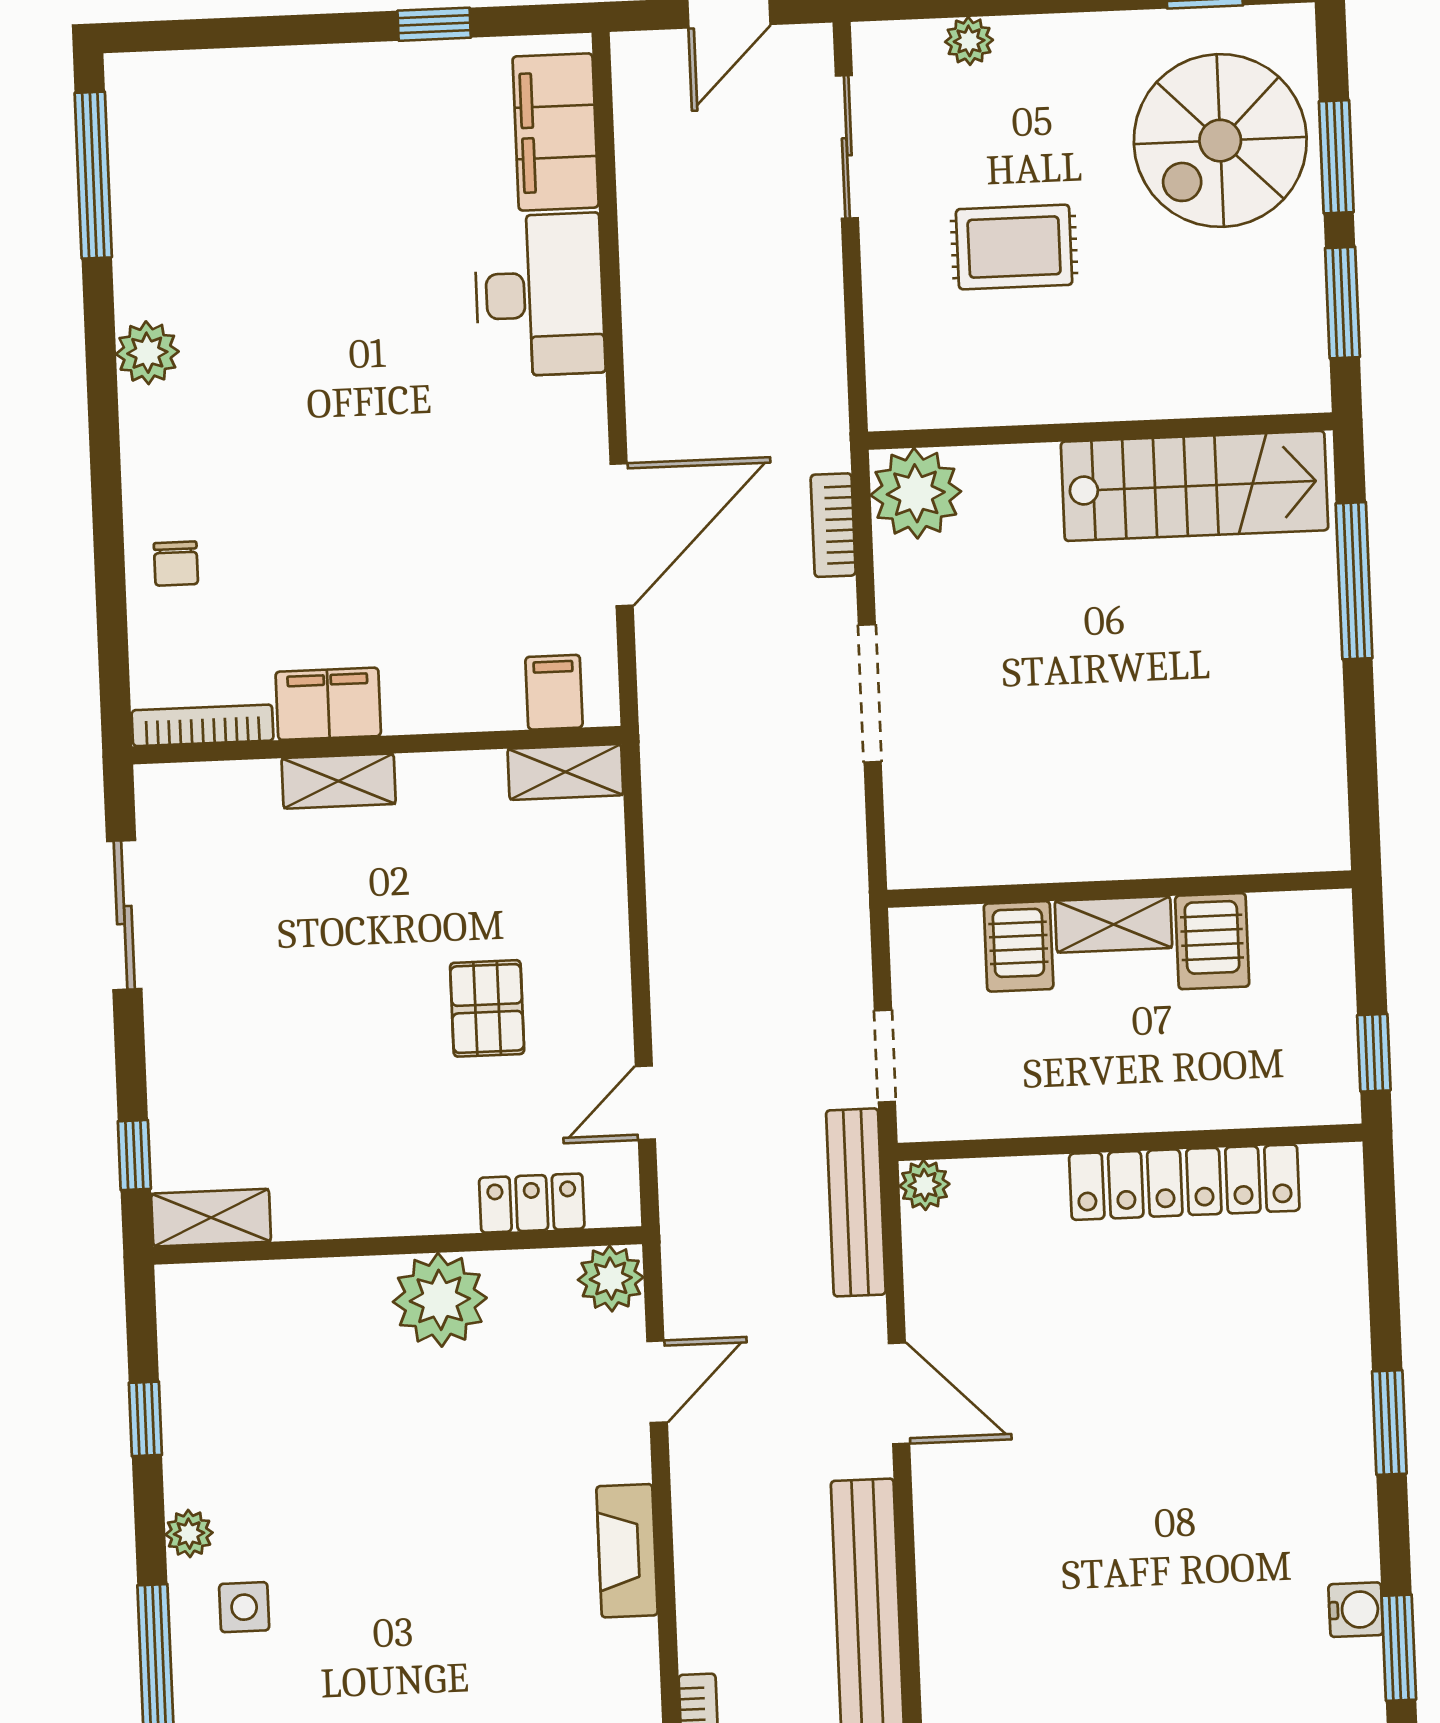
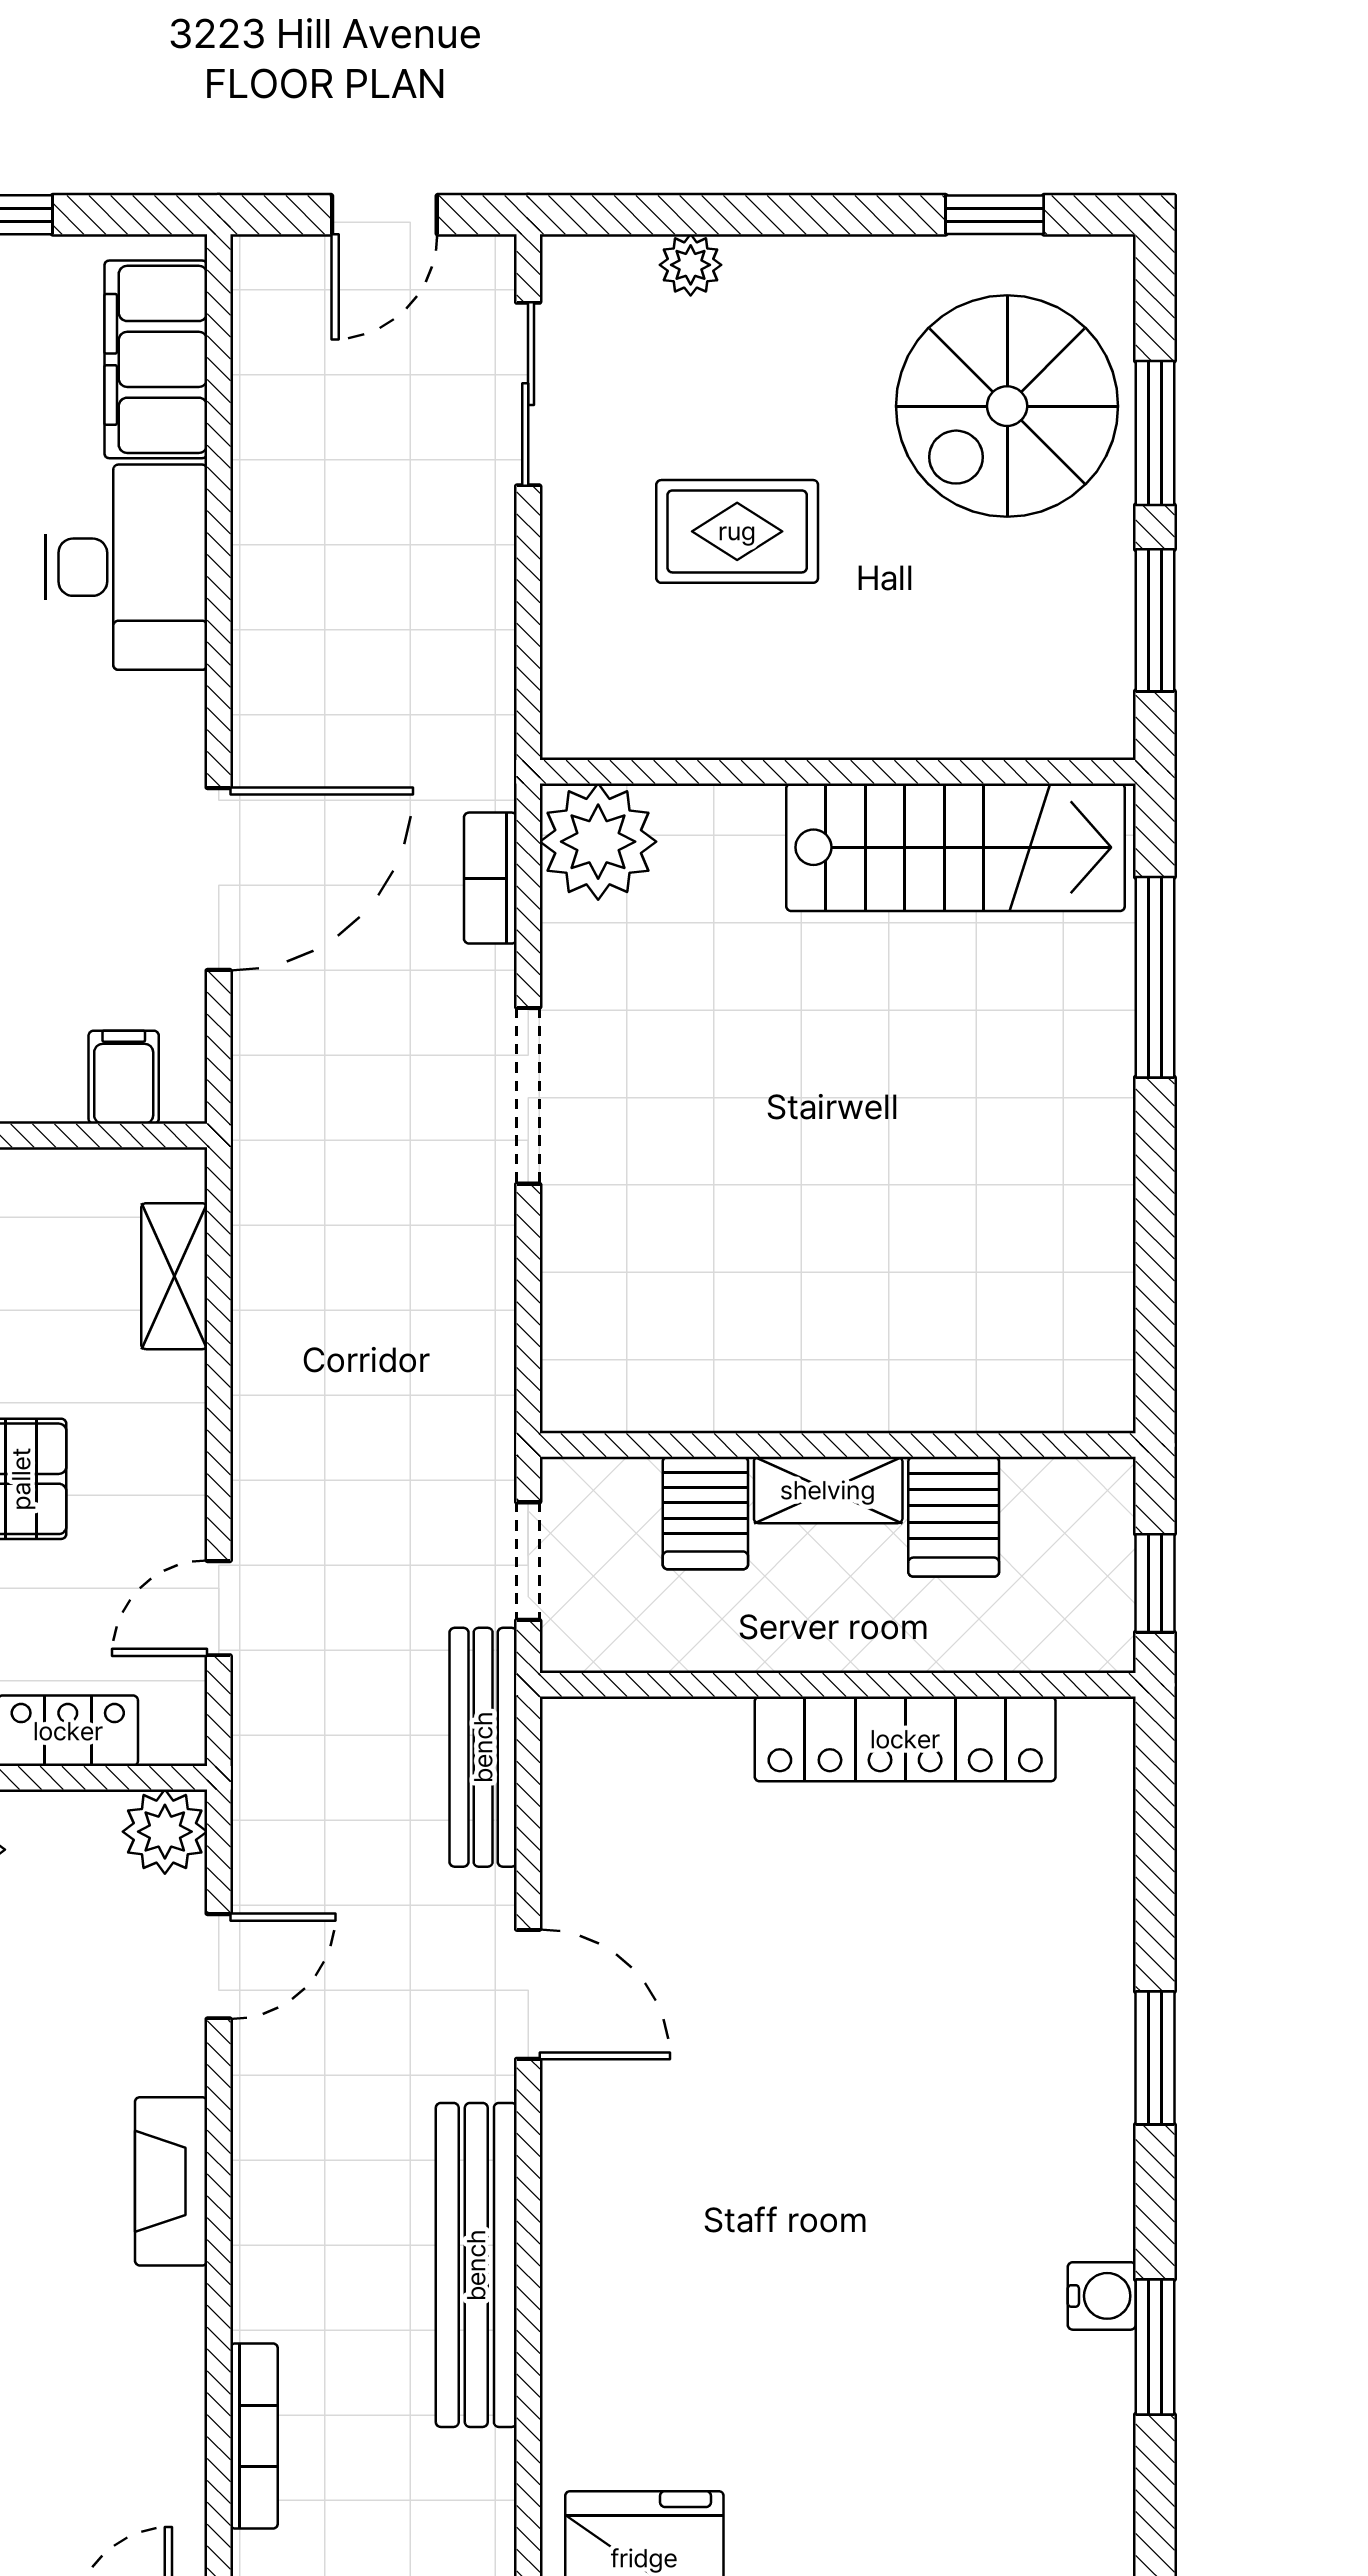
shelving: (565, 772) -> (174, 1276), moved, turned 90
wall: (1119, 889) -> (838, 1445), moved
shelving: (1113, 924) -> (828, 1490), moved
server rack: (1212, 941) -> (954, 1517), moved
server rack: (1019, 946) -> (705, 1513), moved
plant: (924, 1185) -> (572, 1729), removed

